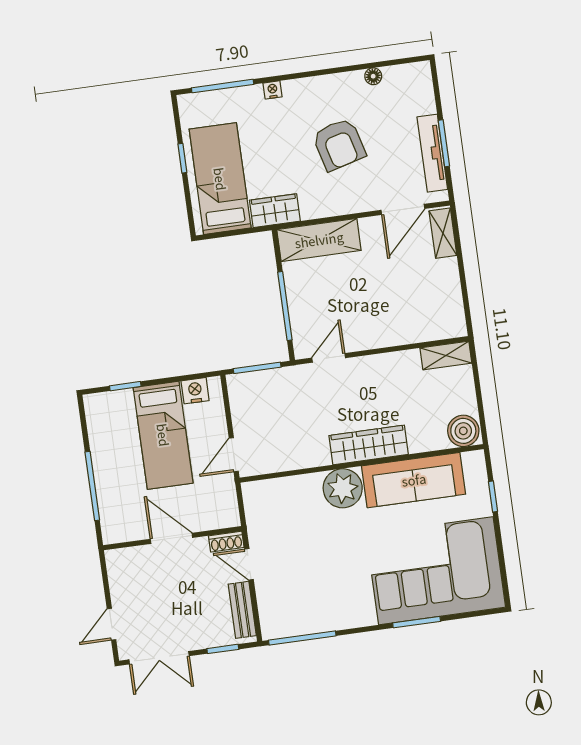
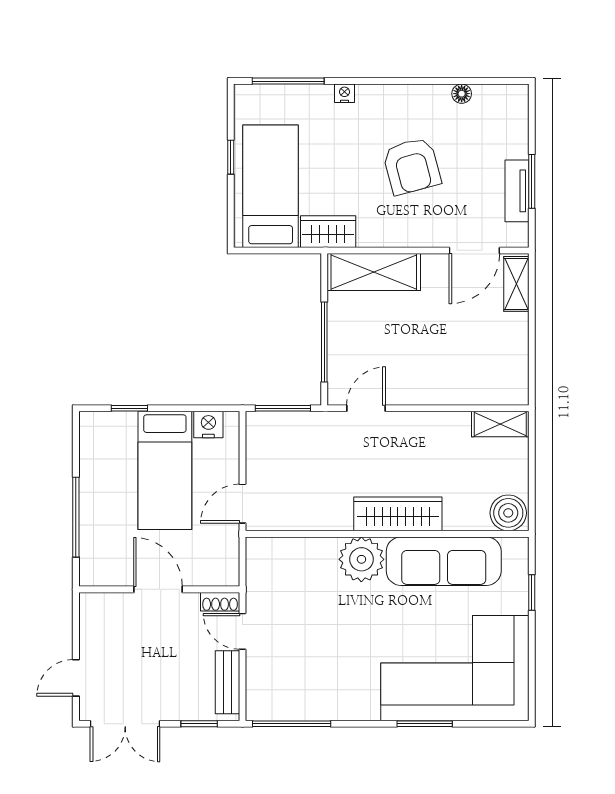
tv unit: (432, 153) -> (517, 191), width x0.71

